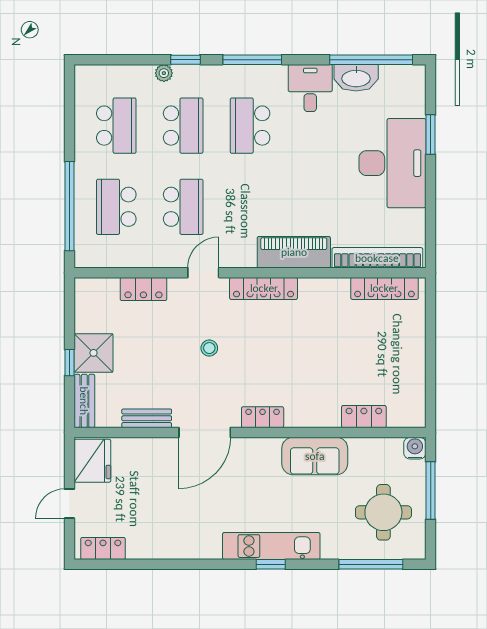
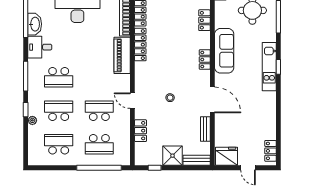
locker: (264, 288) -> (140, 45), moved
window: (69, 363) -> (155, 168), moved
locker: (263, 417) -> (205, 60), moved
sofa: (315, 456) -> (224, 51), width x1.36

